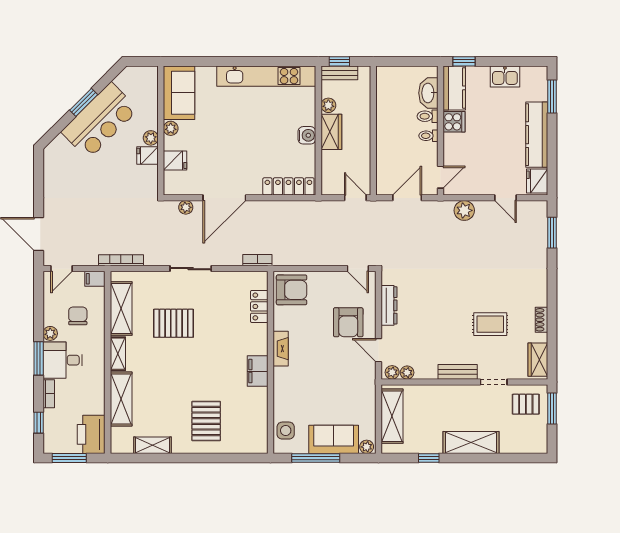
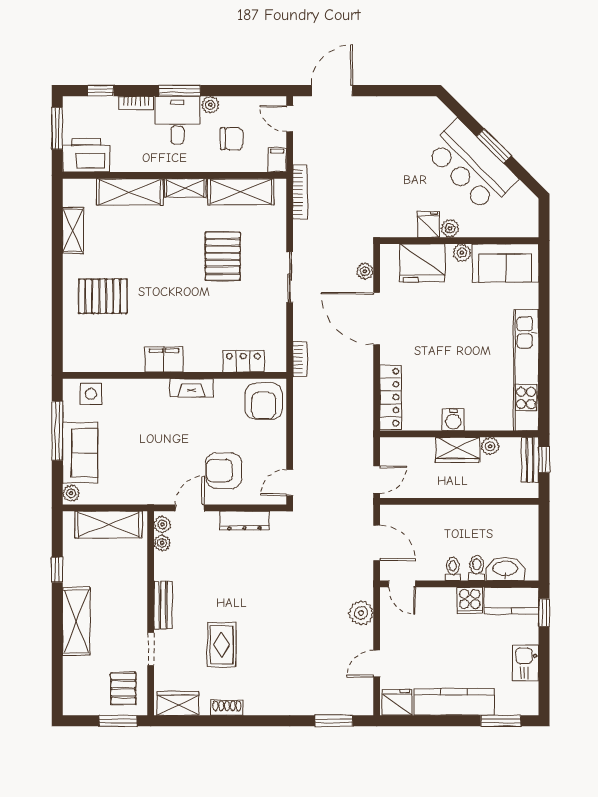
fridge: (175, 161) -> (422, 263), width x1.88, depth x1.34

